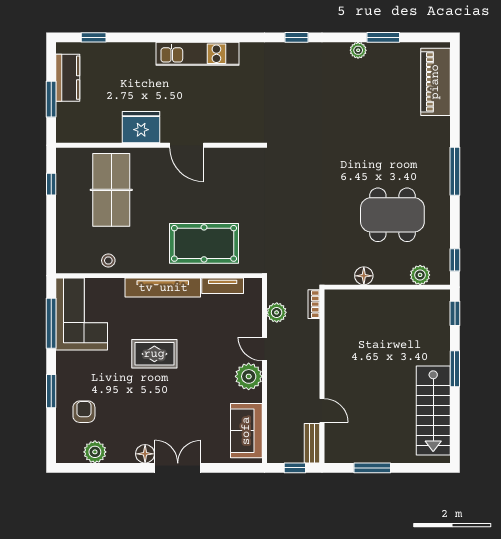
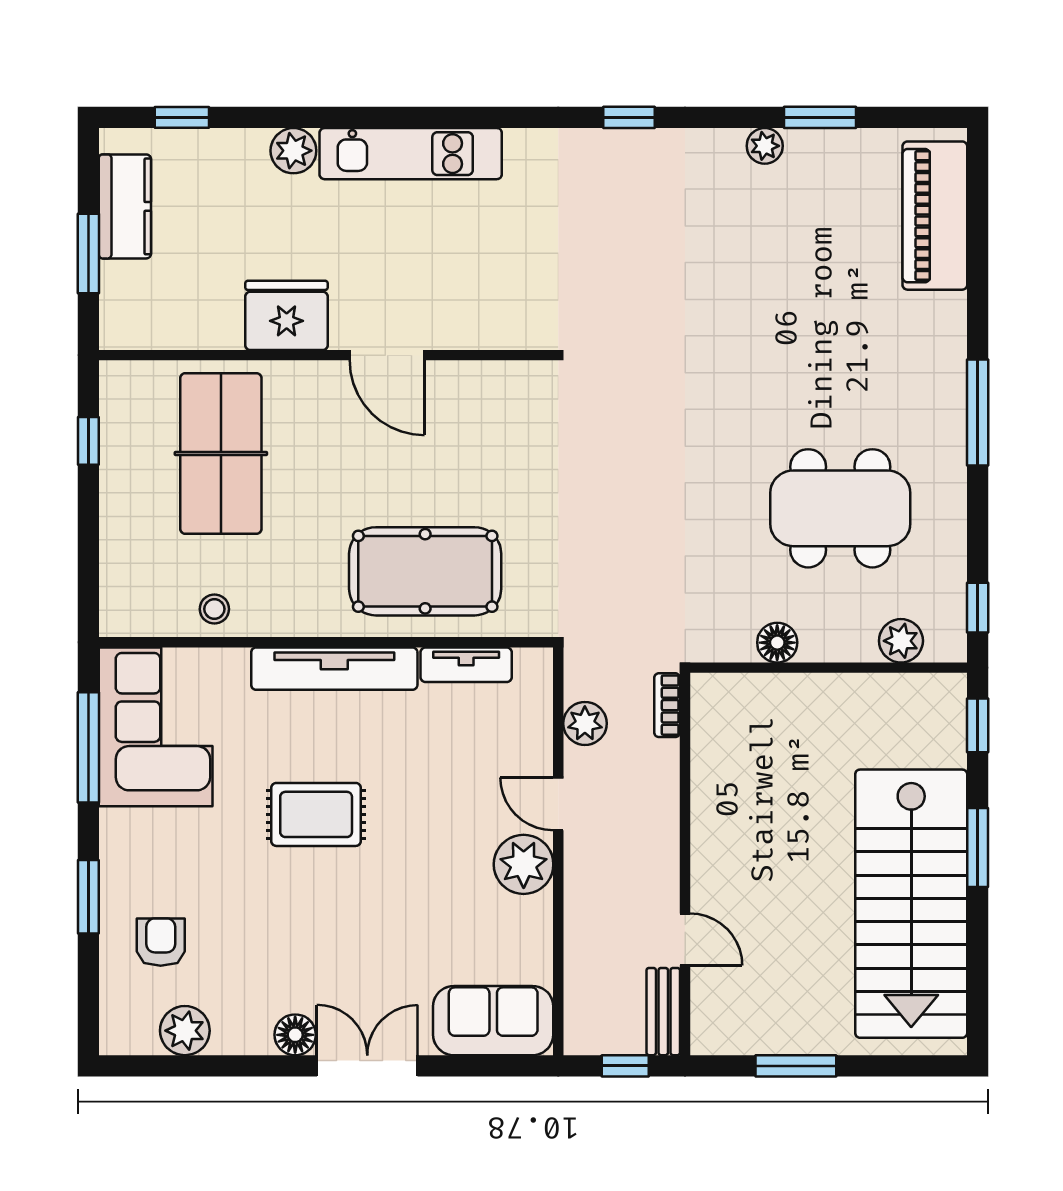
plant: (144, 52) -> (293, 151), added
stairs: (433, 411) -> (911, 904), width x1.36, depth x1.51
sofa: (246, 431) -> (493, 1021), moved, turned 90

